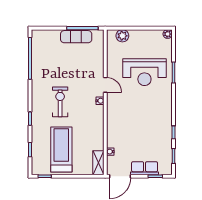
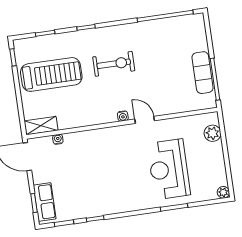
door: (105, 85) -> (145, 120), swing flipped
row of seats: (145, 168) -> (45, 202), moved

